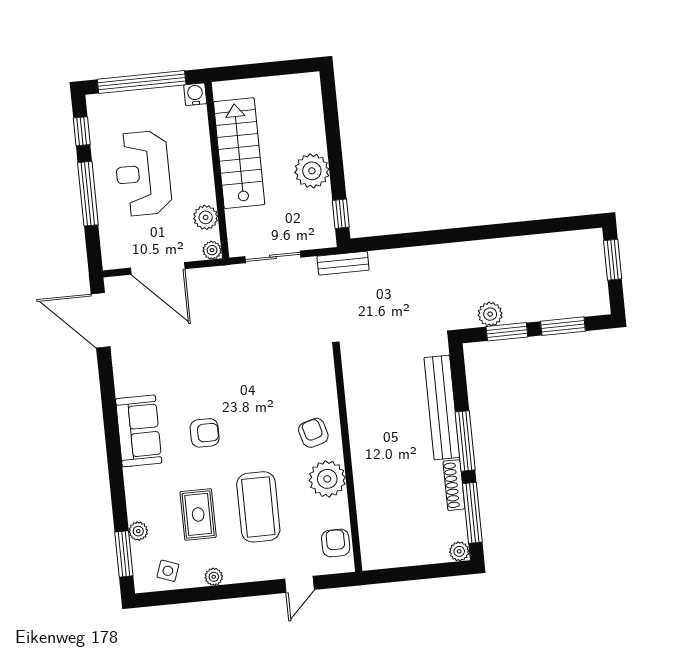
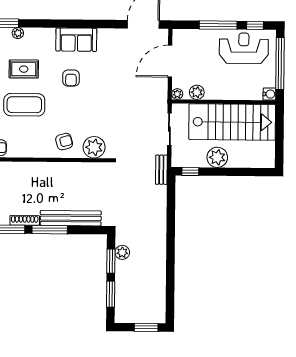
stairs: (239, 153) -> (232, 122), width x1.36, depth x1.51
reception desk: (143, 173) -> (244, 48), moved
plant: (327, 479) -> (94, 147), moved

